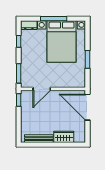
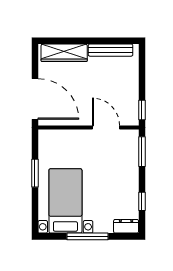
bed with nightstands: (62, 42) -> (65, 201), width x0.73
door: (42, 89) -> (106, 127), hinge flipped
wardrobe: (64, 137) -> (64, 53), width x1.50

